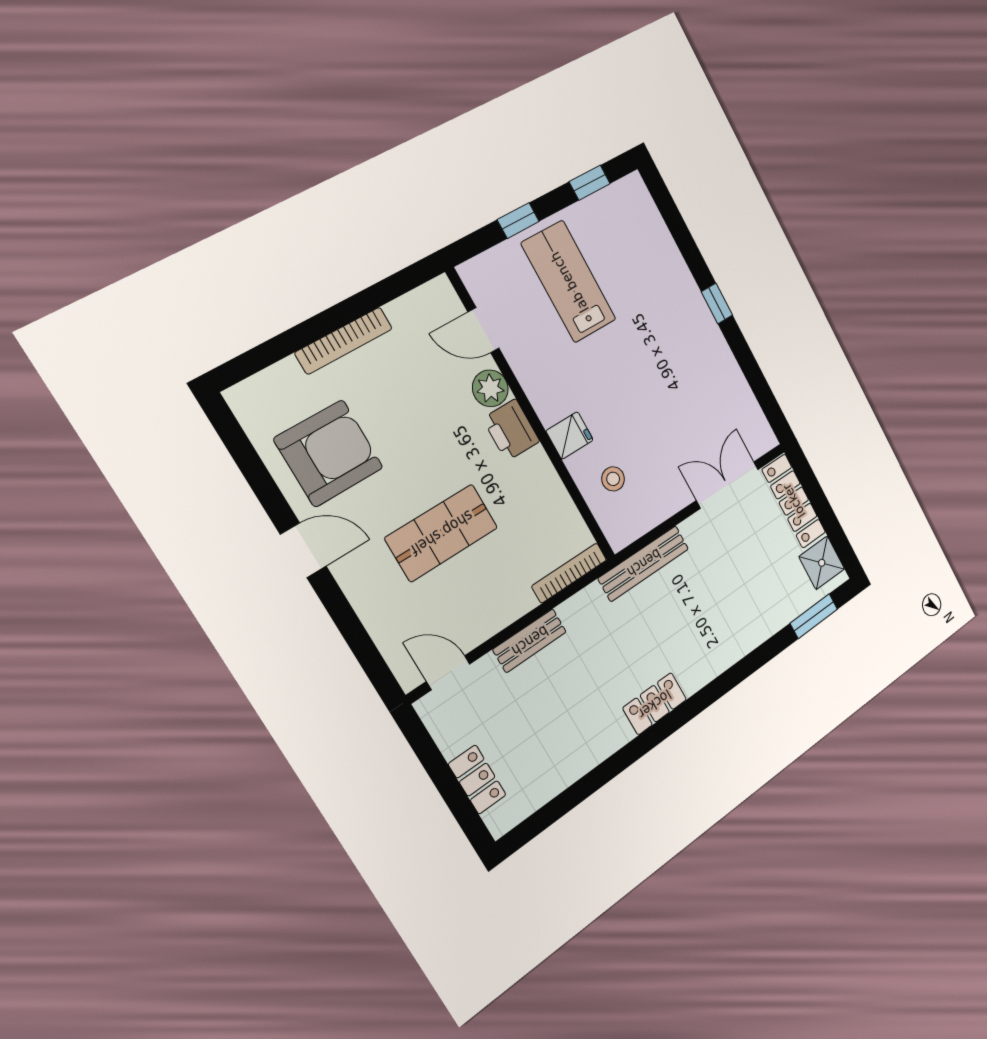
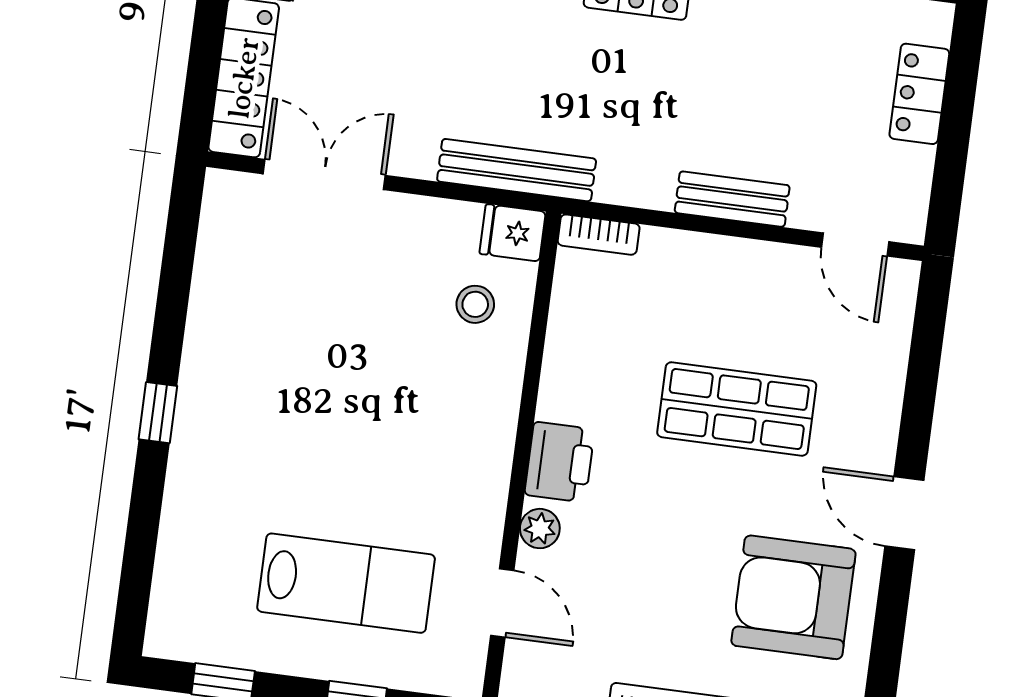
lab bench: (569, 282) -> (346, 583), turned -90
plant: (490, 388) -> (540, 529), width x0.73, depth x0.73
fridge: (570, 435) -> (513, 233), moved
double door: (727, 485) -> (324, 175), swing flipped
bookcase: (569, 573) -> (599, 235), width x0.64

